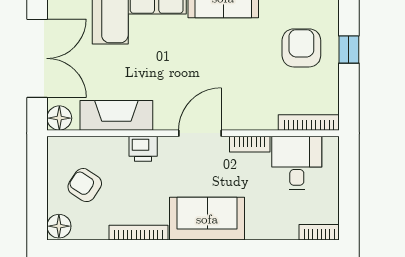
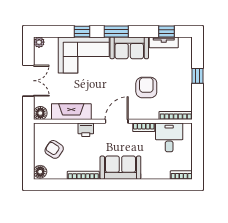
armchair: (301, 48) -> (146, 88), moved
double door: (37, 58) -> (28, 81), width x0.73

